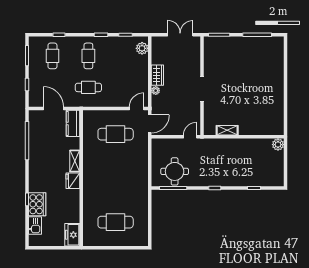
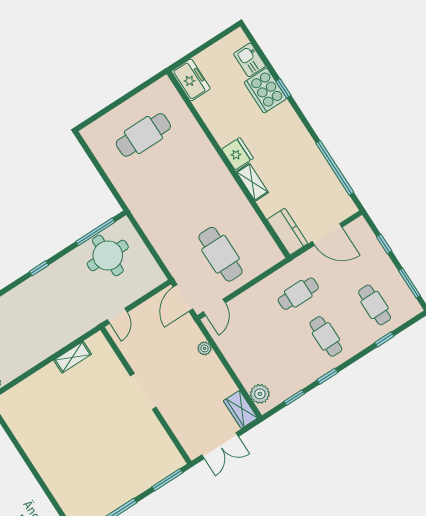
wardrobe: (157, 75) -> (240, 409), moved
cafe table: (116, 134) -> (221, 254), turned 90

